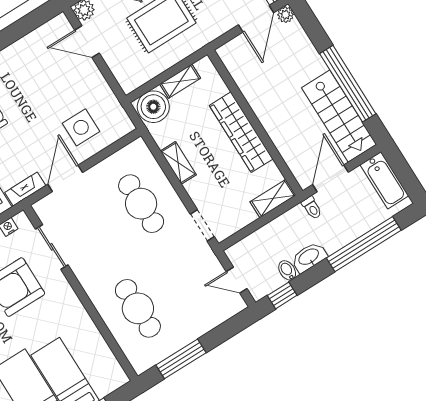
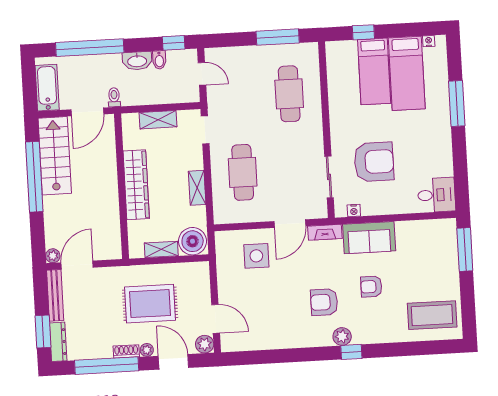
shelving: (273, 199) -> (158, 120), moved

